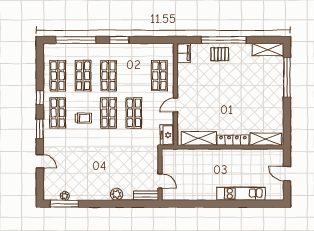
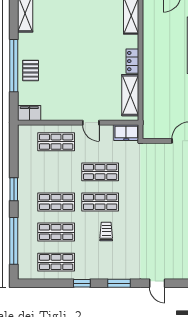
shop shelf: (58, 113) -> (100, 262), removed
locker: (233, 140) -> (132, 61), width x0.66
door: (40, 161) -> (157, 283), swing flipped

